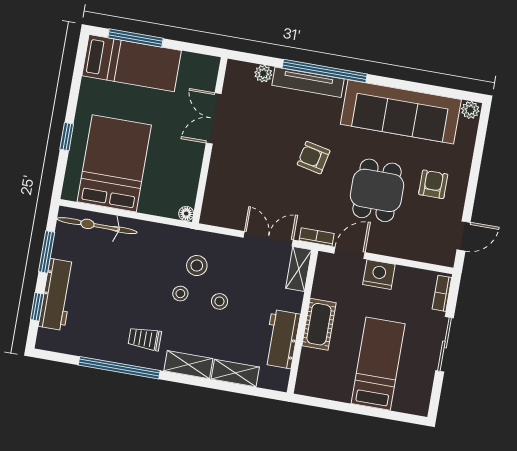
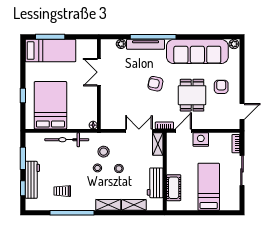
bicycle: (97, 226) -> (67, 140), moved
cot: (319, 324) -> (174, 188), moved
trolley: (145, 339) -> (62, 191), moved

